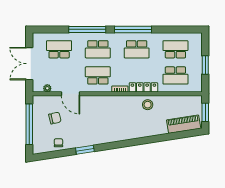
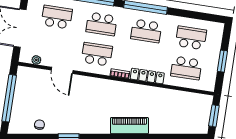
stool: (148, 105) -> (149, 97), removed
chair: (55, 118) -> (40, 96), removed
piano: (184, 124) -> (129, 126), moved

